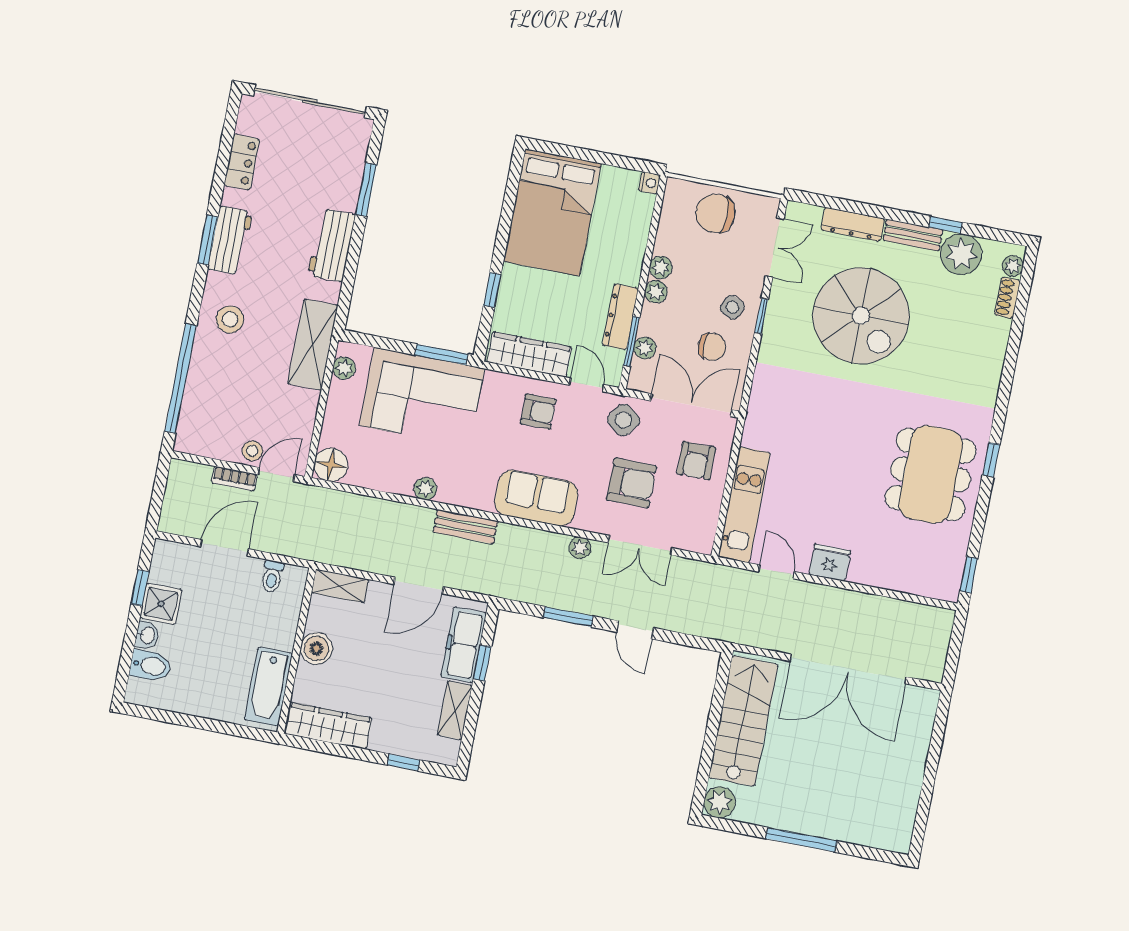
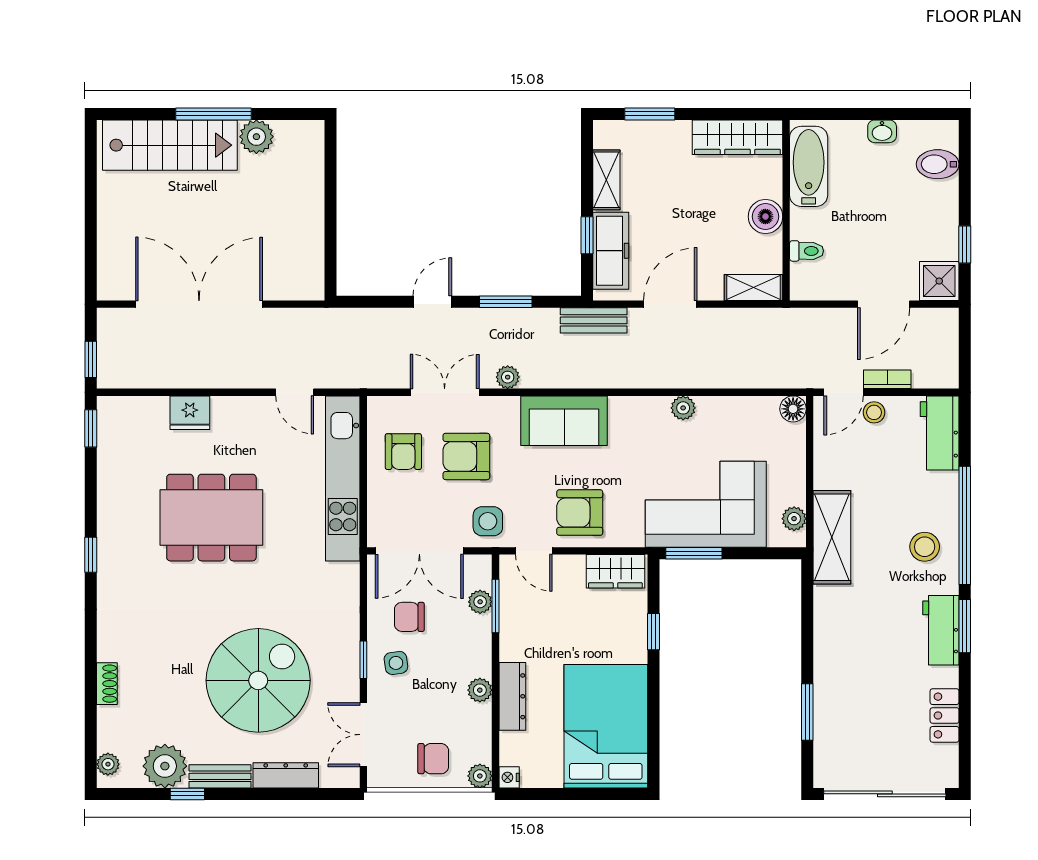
chair: (715, 213) -> (433, 759), width x0.73, depth x0.73
workbench: (332, 245) -> (940, 433), moved, turned 180
plant: (656, 292) -> (480, 776), moved
shoe rack: (1007, 298) -> (107, 684), moved
side table: (732, 307) -> (396, 663), turned -32
spiral stairs: (861, 316) -> (258, 680), turned 90
dresser: (620, 317) -> (512, 696), moved
wardrobe: (529, 354) -> (615, 571), width x0.67
window: (181, 379) -> (965, 525), moved
armchair: (538, 412) -> (580, 513), width x1.38, depth x1.38
side table: (623, 420) -> (488, 521), turned -37
armchair: (696, 461) -> (403, 452), moved, turned 180
floor lamp: (331, 465) -> (793, 409), width x0.73, depth x0.73
dining table: (931, 474) -> (211, 518), moved, turned 90
kitchen unit: (744, 505) -> (343, 478), width x1.36
bench: (465, 527) -> (594, 320), moved
fridge: (830, 563) -> (190, 413), moved
toilet: (272, 576) -> (807, 251), moved, turned 90
shower: (161, 604) -> (939, 281), moved
door: (635, 630) -> (432, 302), hinge flipped
washbasin: (147, 635) -> (882, 131), moved, turned -90
window: (957, 638) -> (91, 359), added
stairs: (743, 721) -> (170, 145), moved, turned -90
window: (404, 763) -> (650, 114), width x1.50
plant: (720, 802) -> (256, 137), moved

